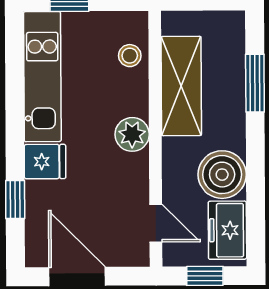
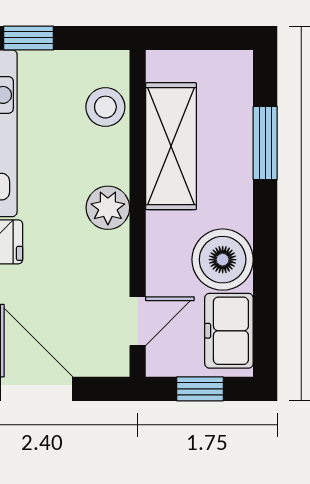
stool: (130, 56) -> (105, 107), width x1.37, depth x1.37
door: (156, 223) -> (138, 321), hinge flipped

